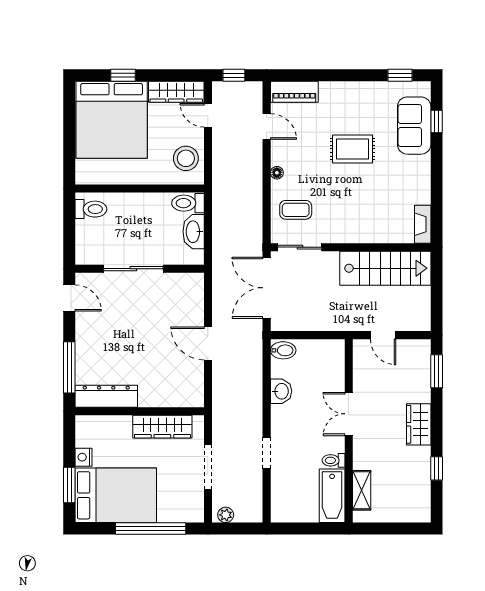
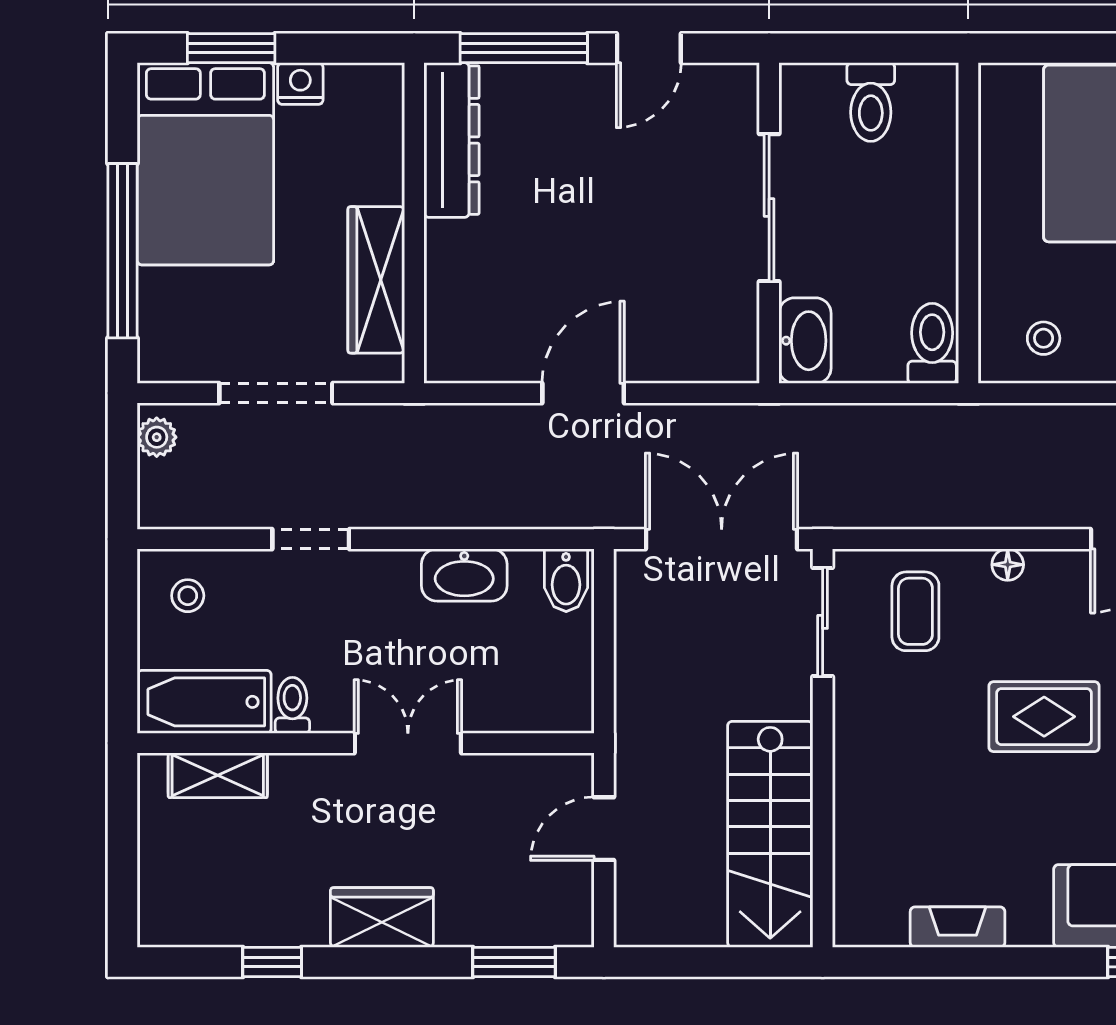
rug: (353, 149) -> (1044, 717), moved, turned 90
stool: (186, 158) -> (1044, 338), width x0.53, depth x0.53
toilet: (91, 209) -> (871, 102), moved
fireplace: (423, 224) -> (958, 927), moved
washbasin: (194, 232) -> (805, 341), moved, turned 90
door: (69, 298) -> (649, 48), moved
washbasin: (281, 391) -> (464, 575), width x1.38
stool: (289, 502) -> (188, 596), added

